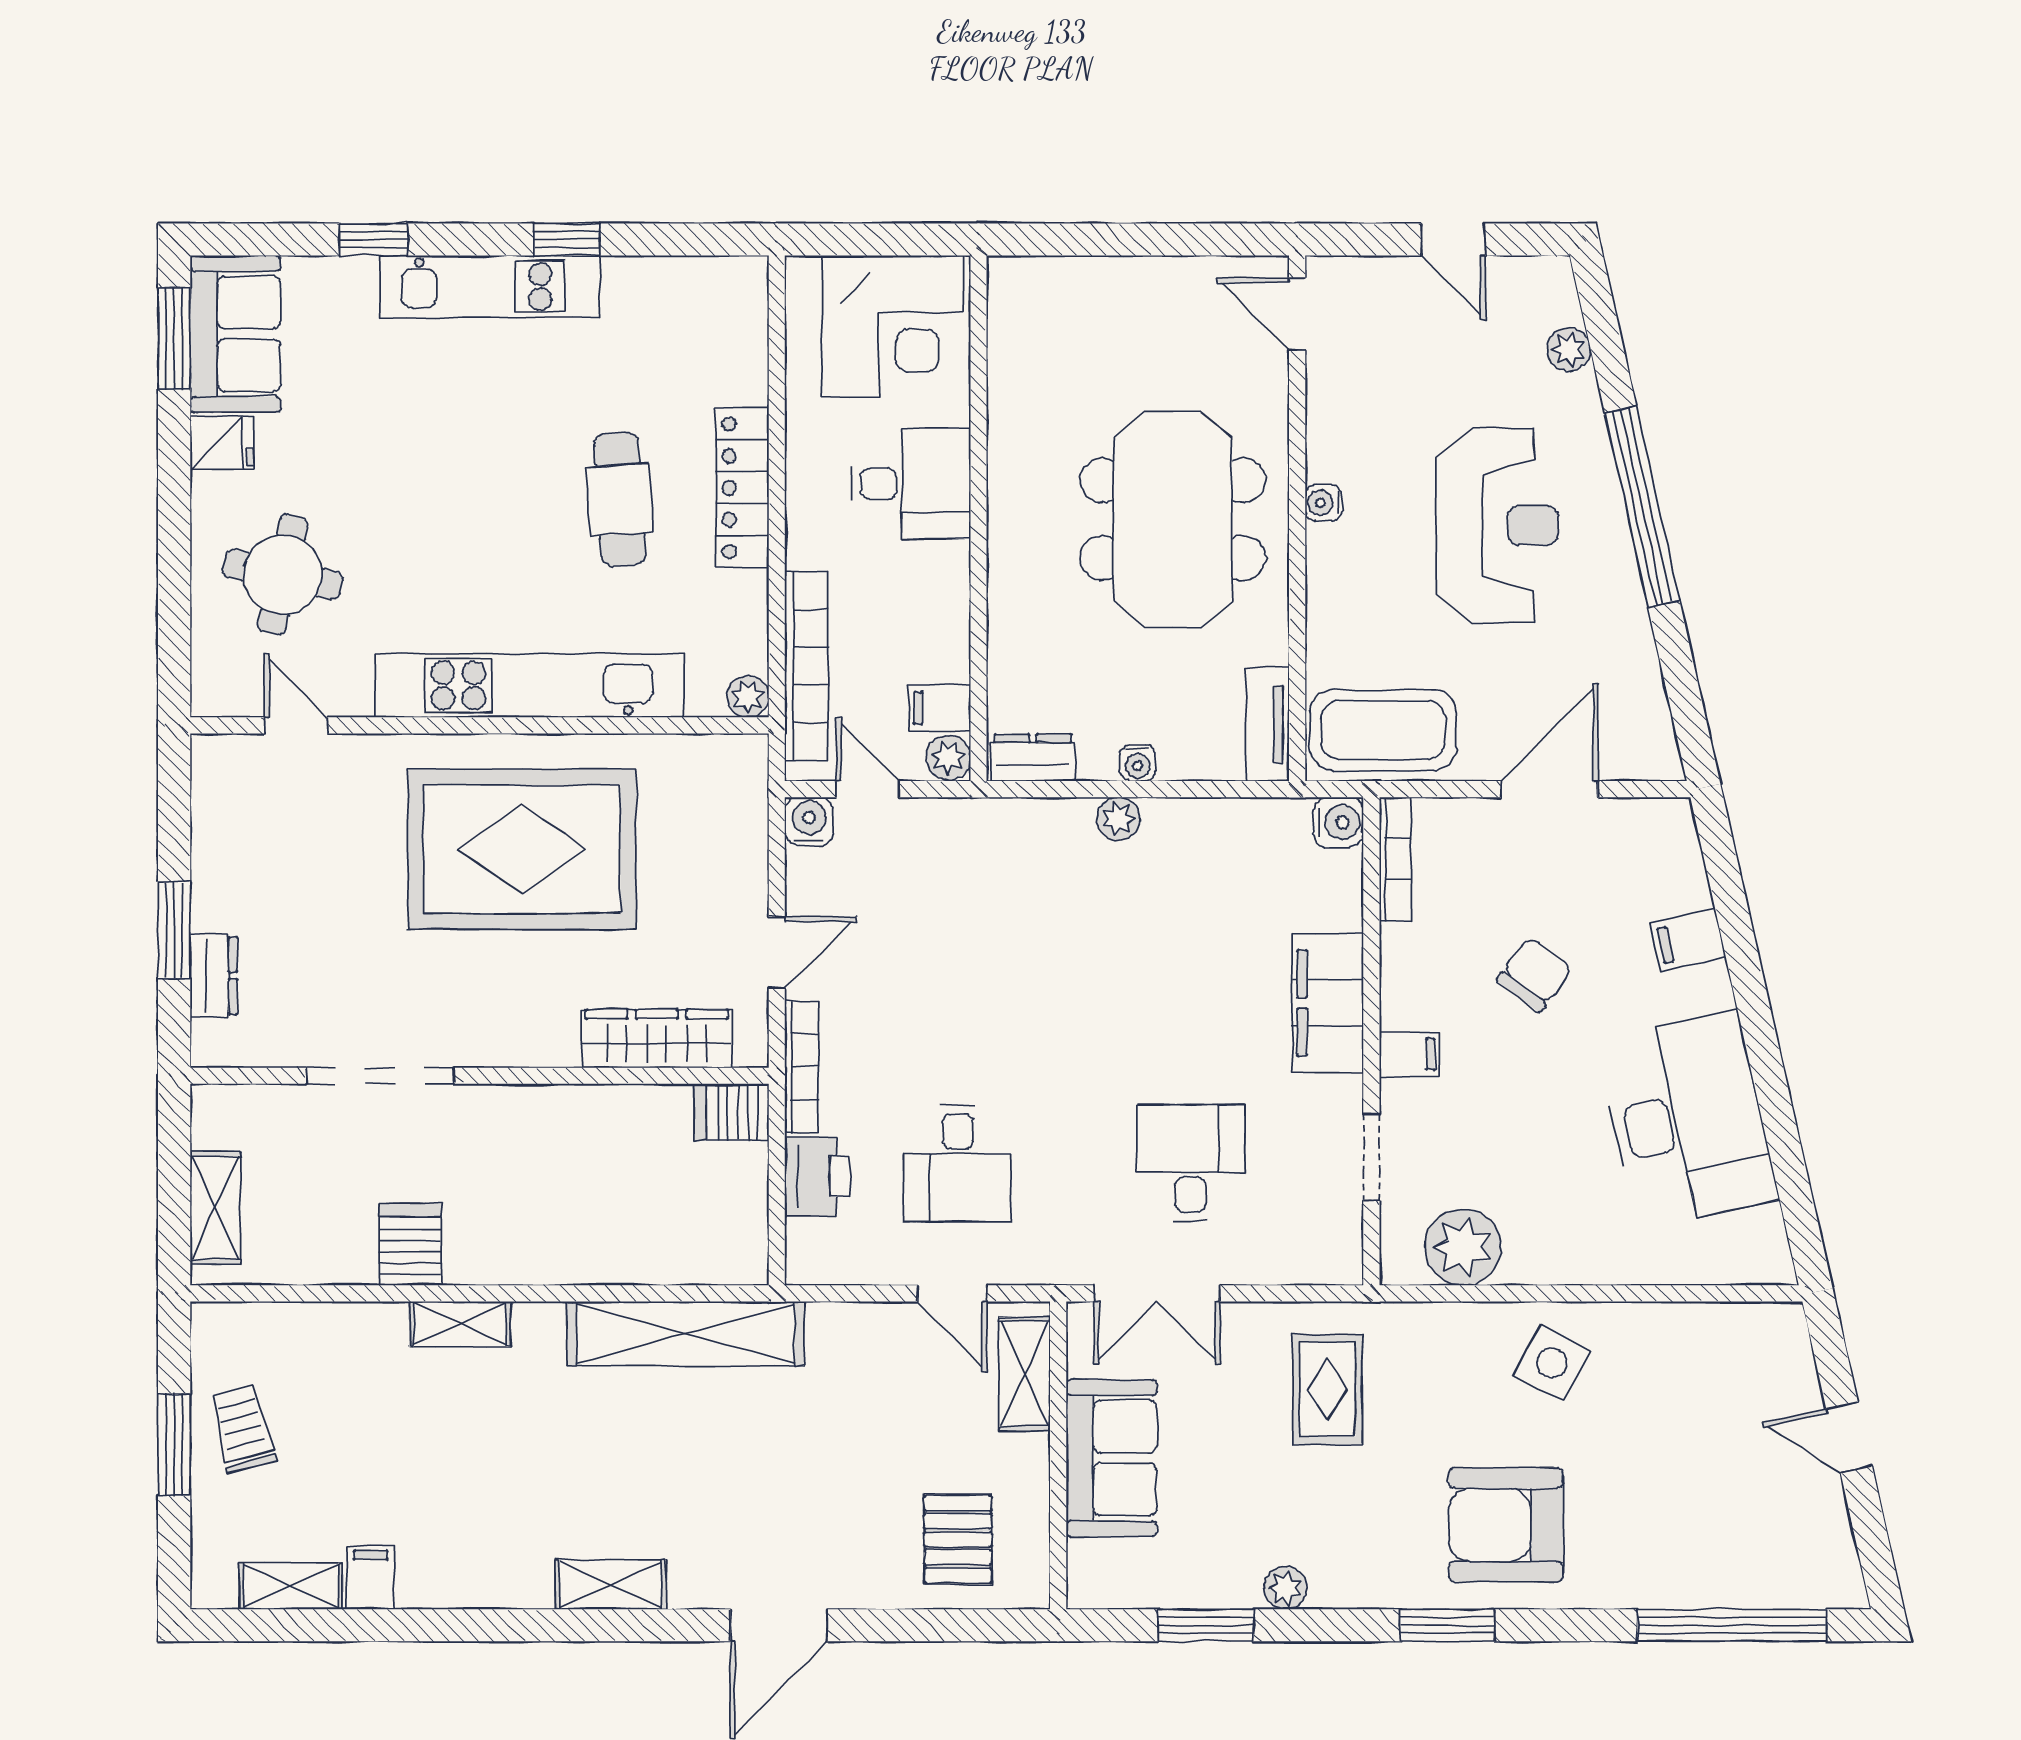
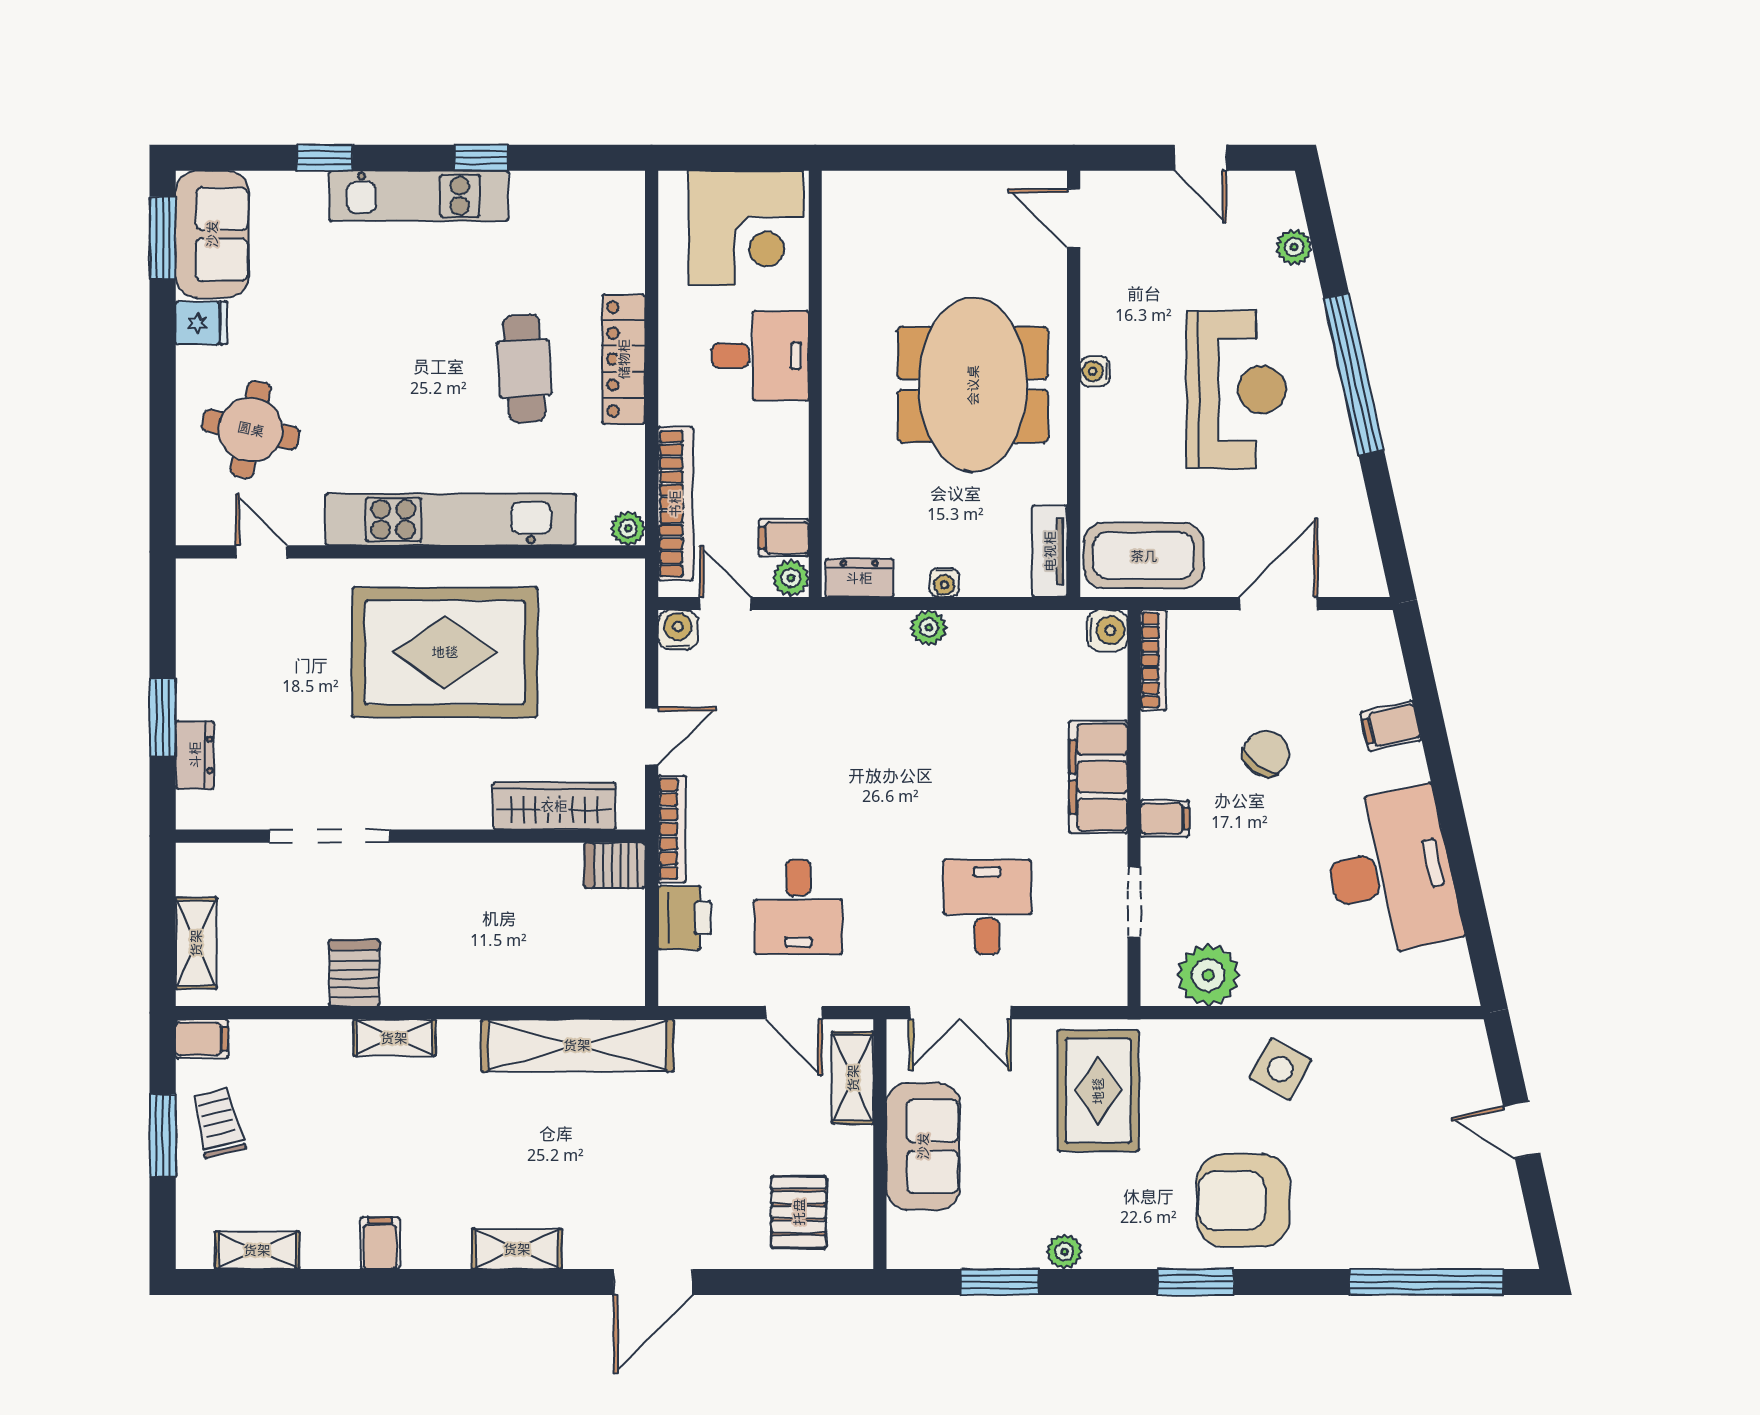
filing cabinet: (222, 1326) -> (202, 1039), added
rug: (1327, 1389) -> (1098, 1091), width x1.36, depth x1.43
filing cabinet: (371, 1577) -> (380, 1243), moved

